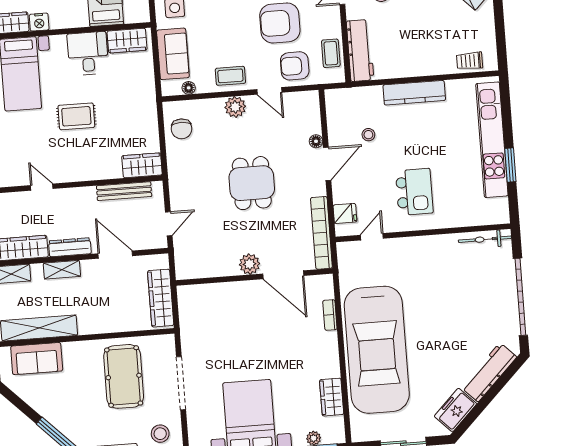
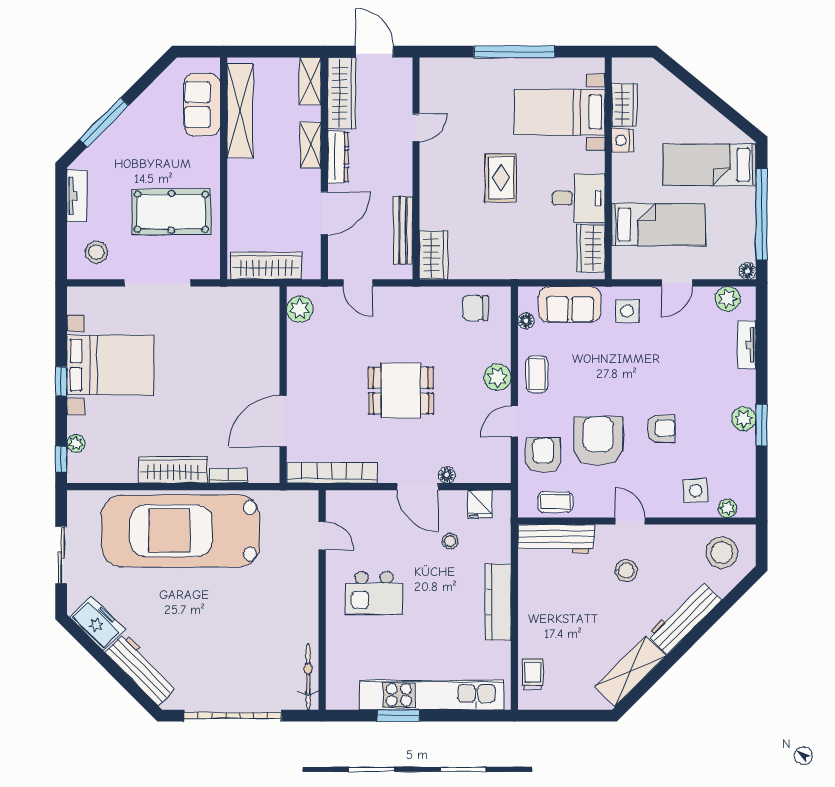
fridge: (345, 213) -> (480, 504), moved
plant: (250, 264) -> (300, 309), moved
wardrobe: (332, 397) -> (173, 470), moved, width x1.50

